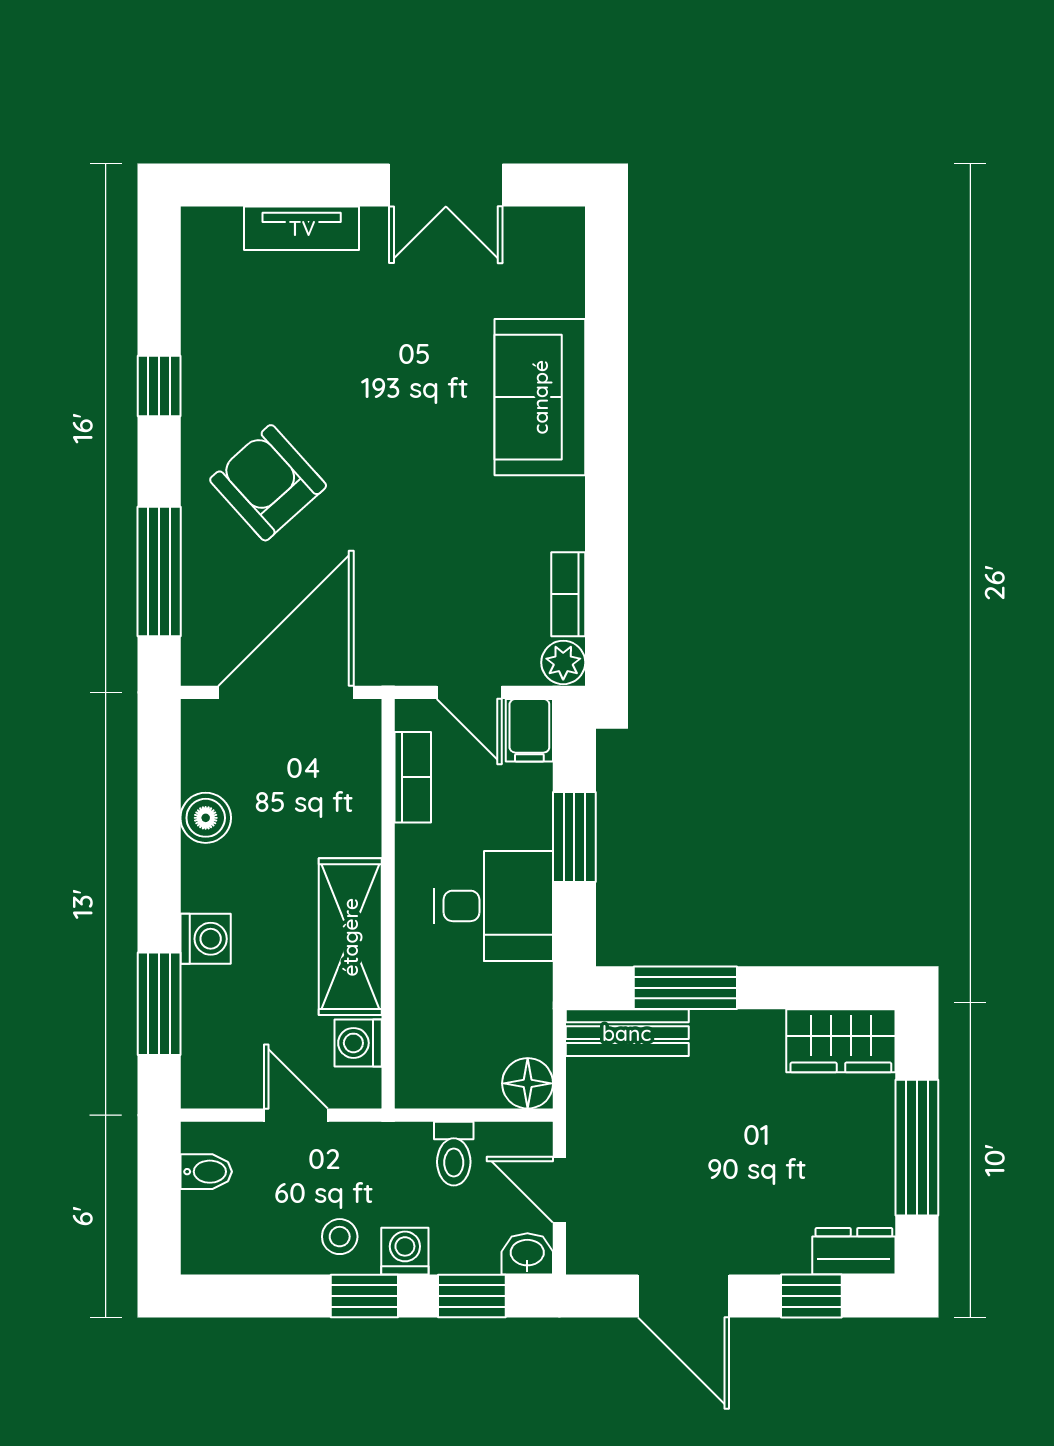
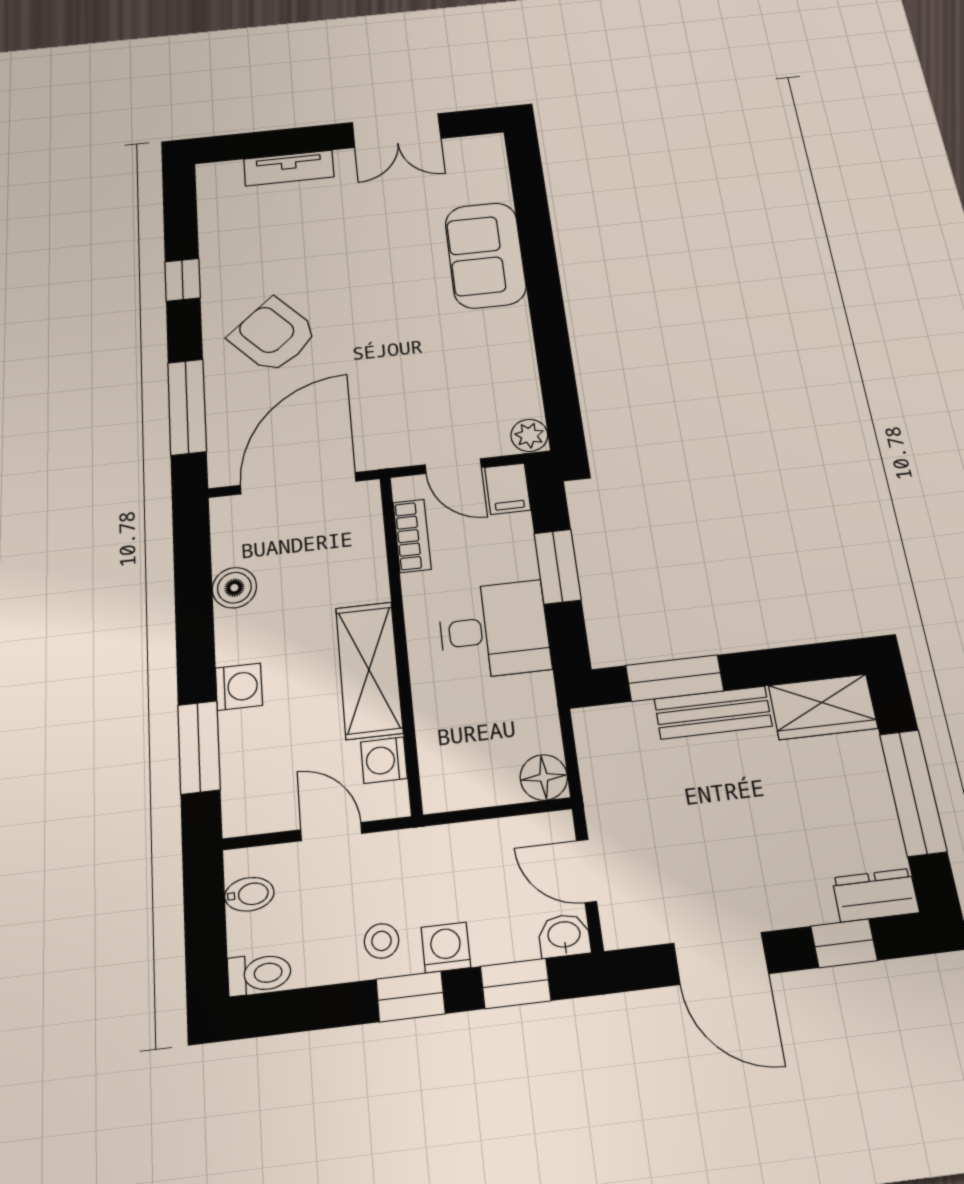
bookcase: (568, 594) -> (527, 386), removed
bench: (627, 1033) -> (713, 712), moved
toilet: (454, 1154) -> (259, 974), moved, turned -90

